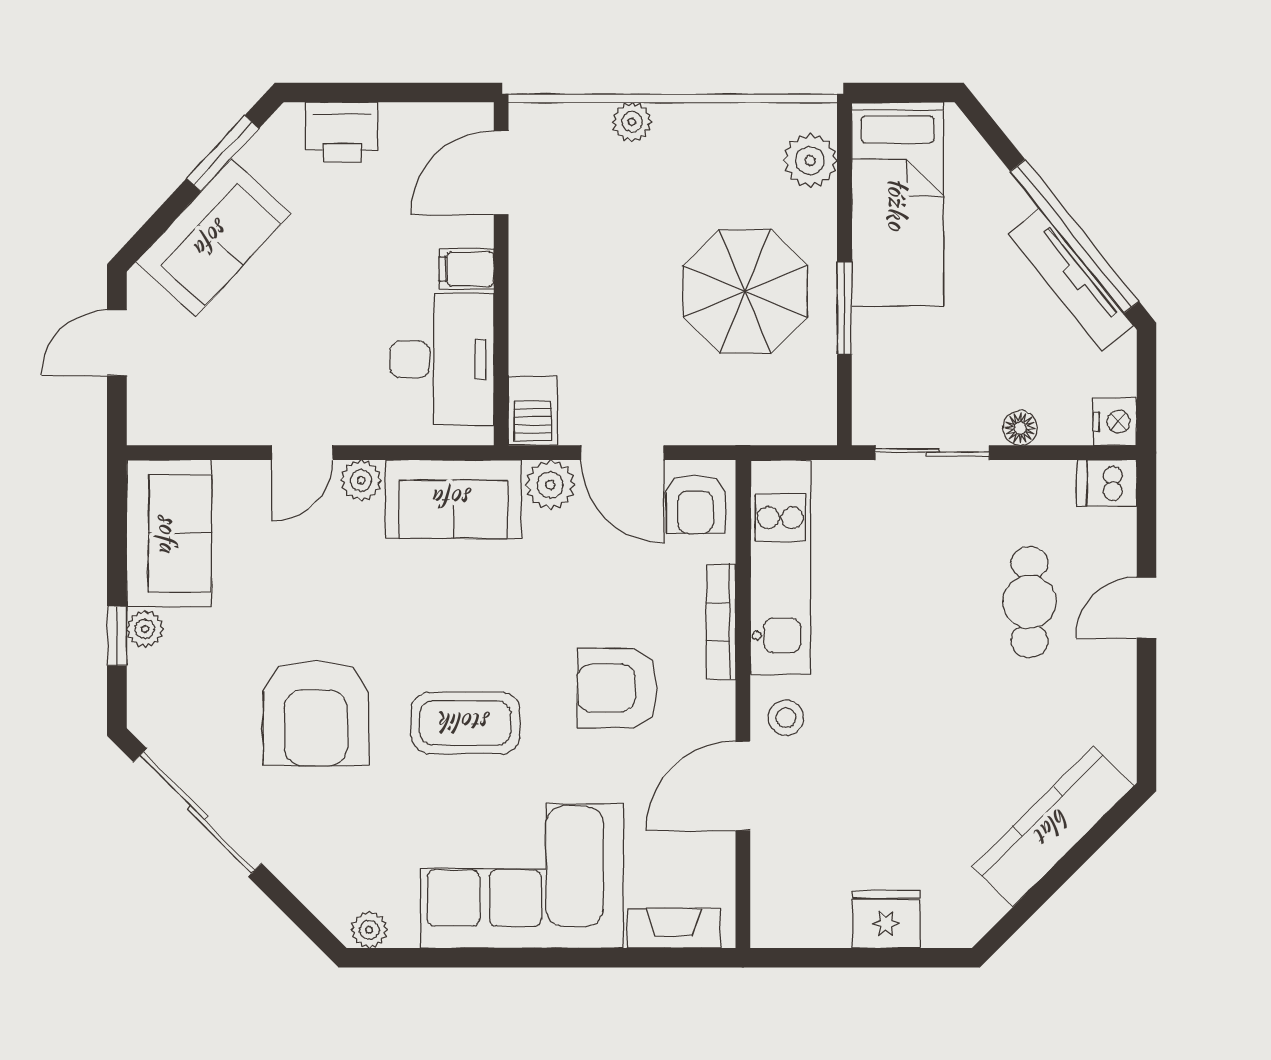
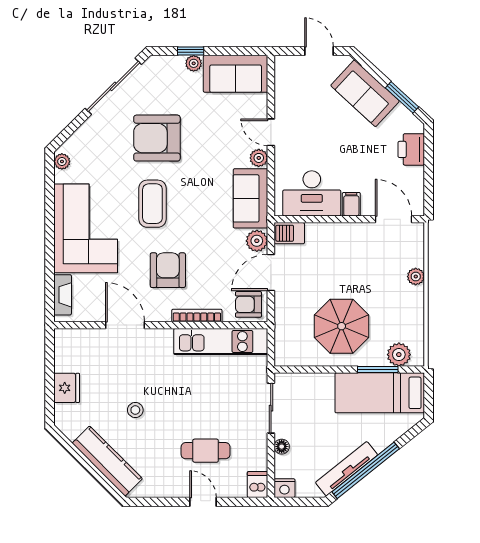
window: (844, 308) -> (378, 370), moved
stool: (786, 718) -> (135, 410), moved

